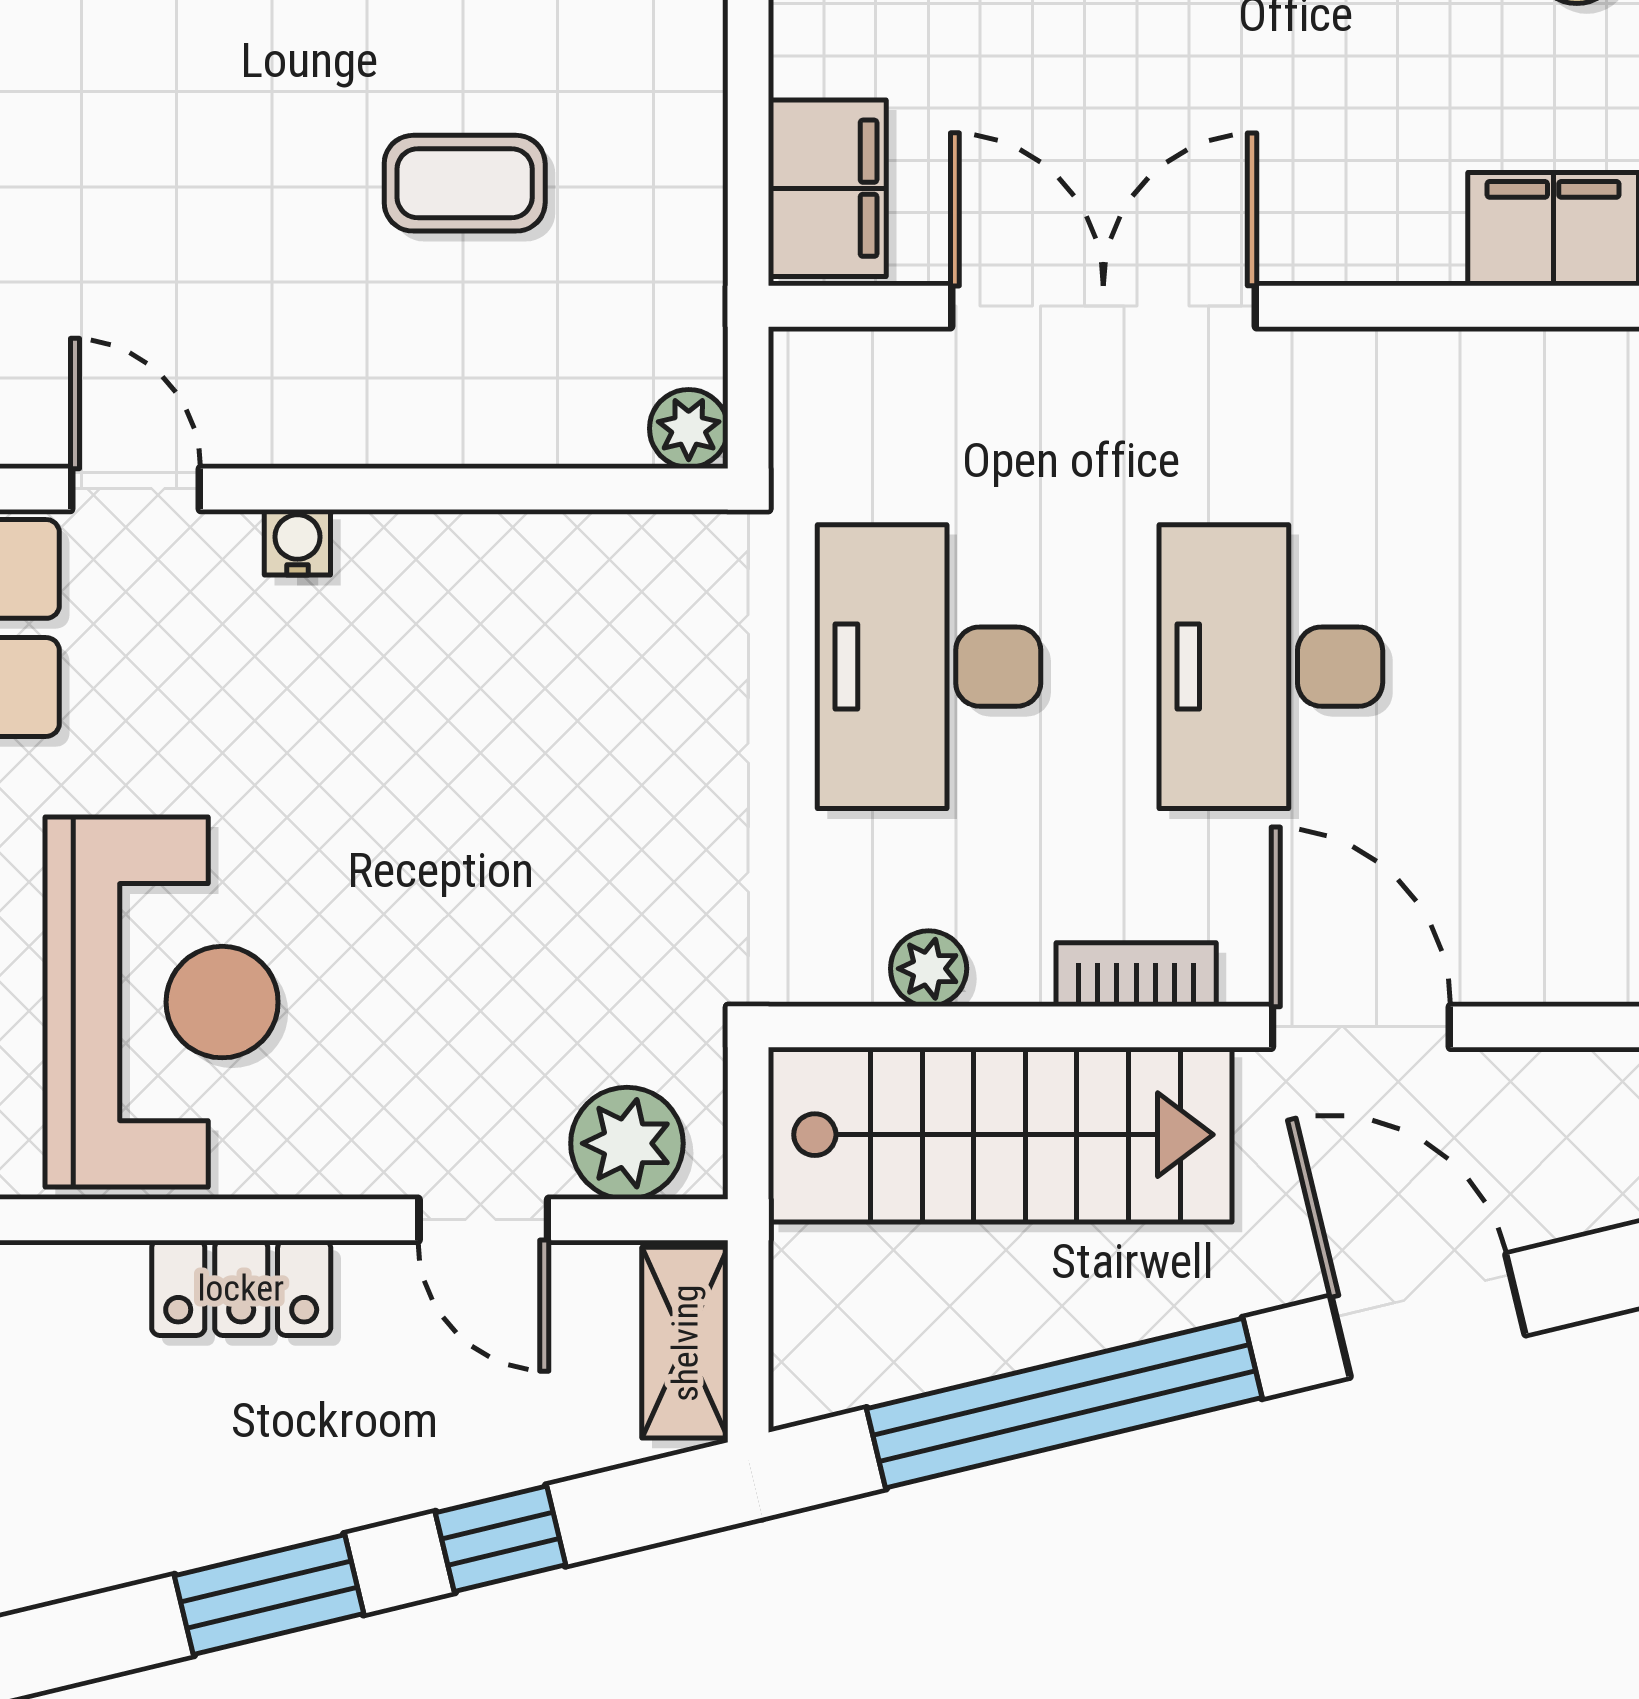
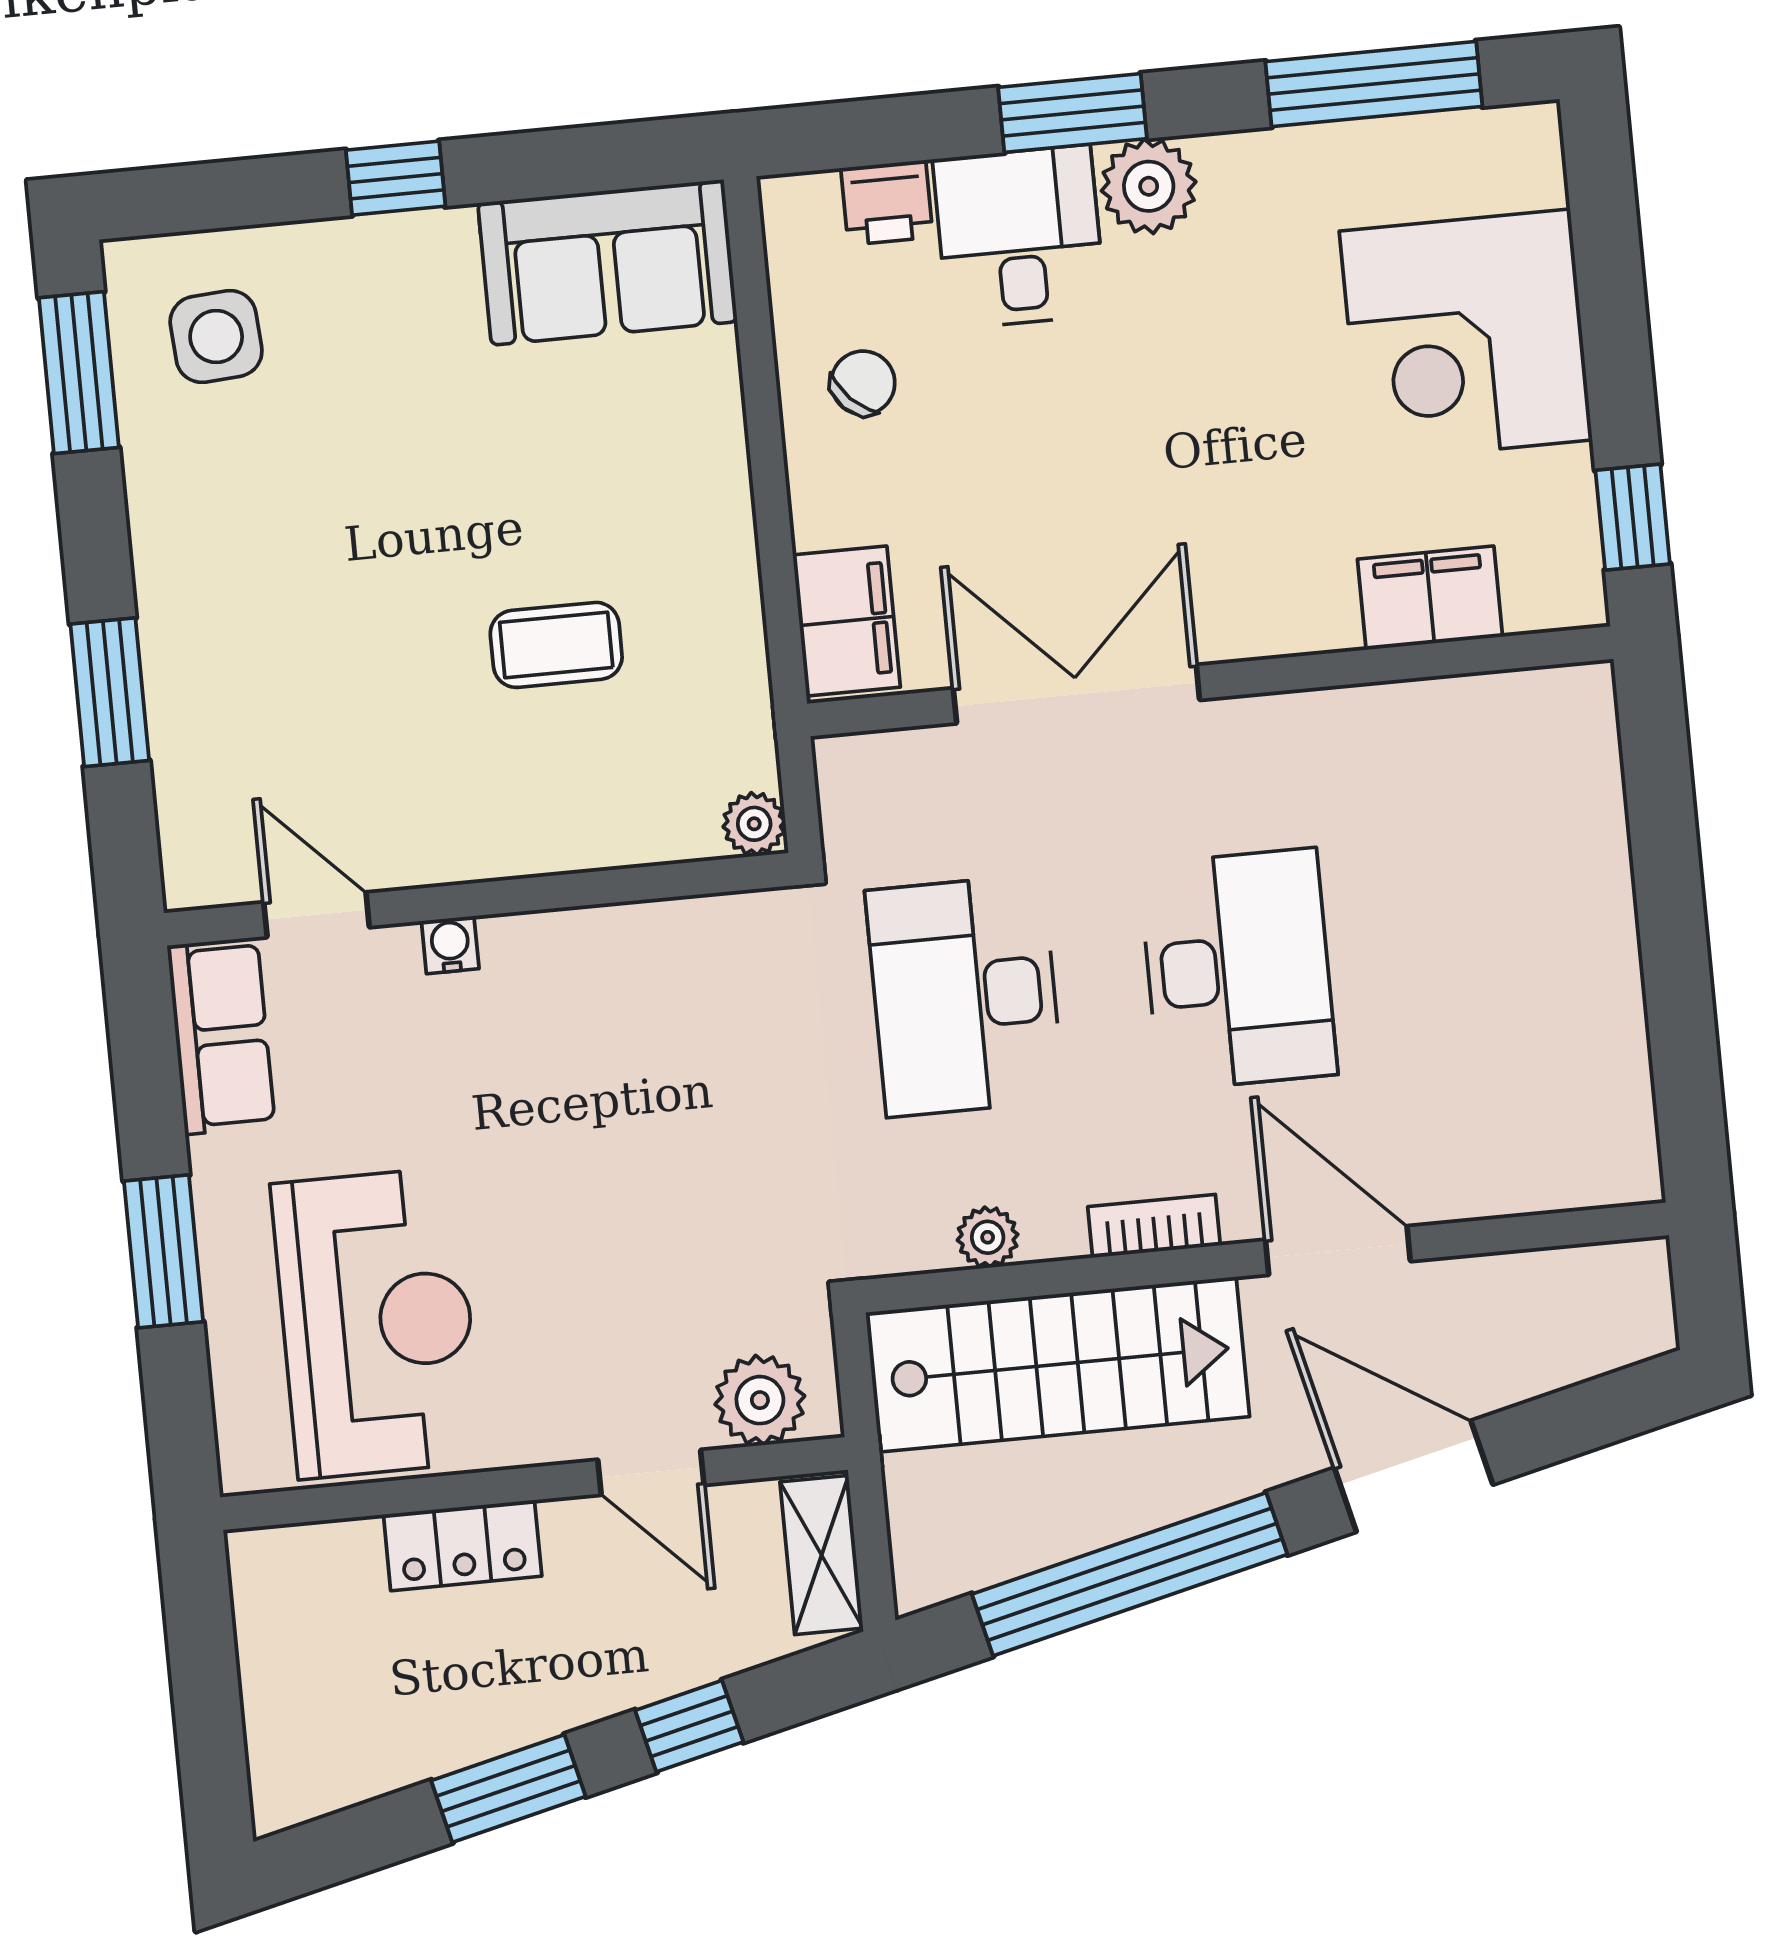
desk: (1271, 667) -> (1238, 969), turned 180

